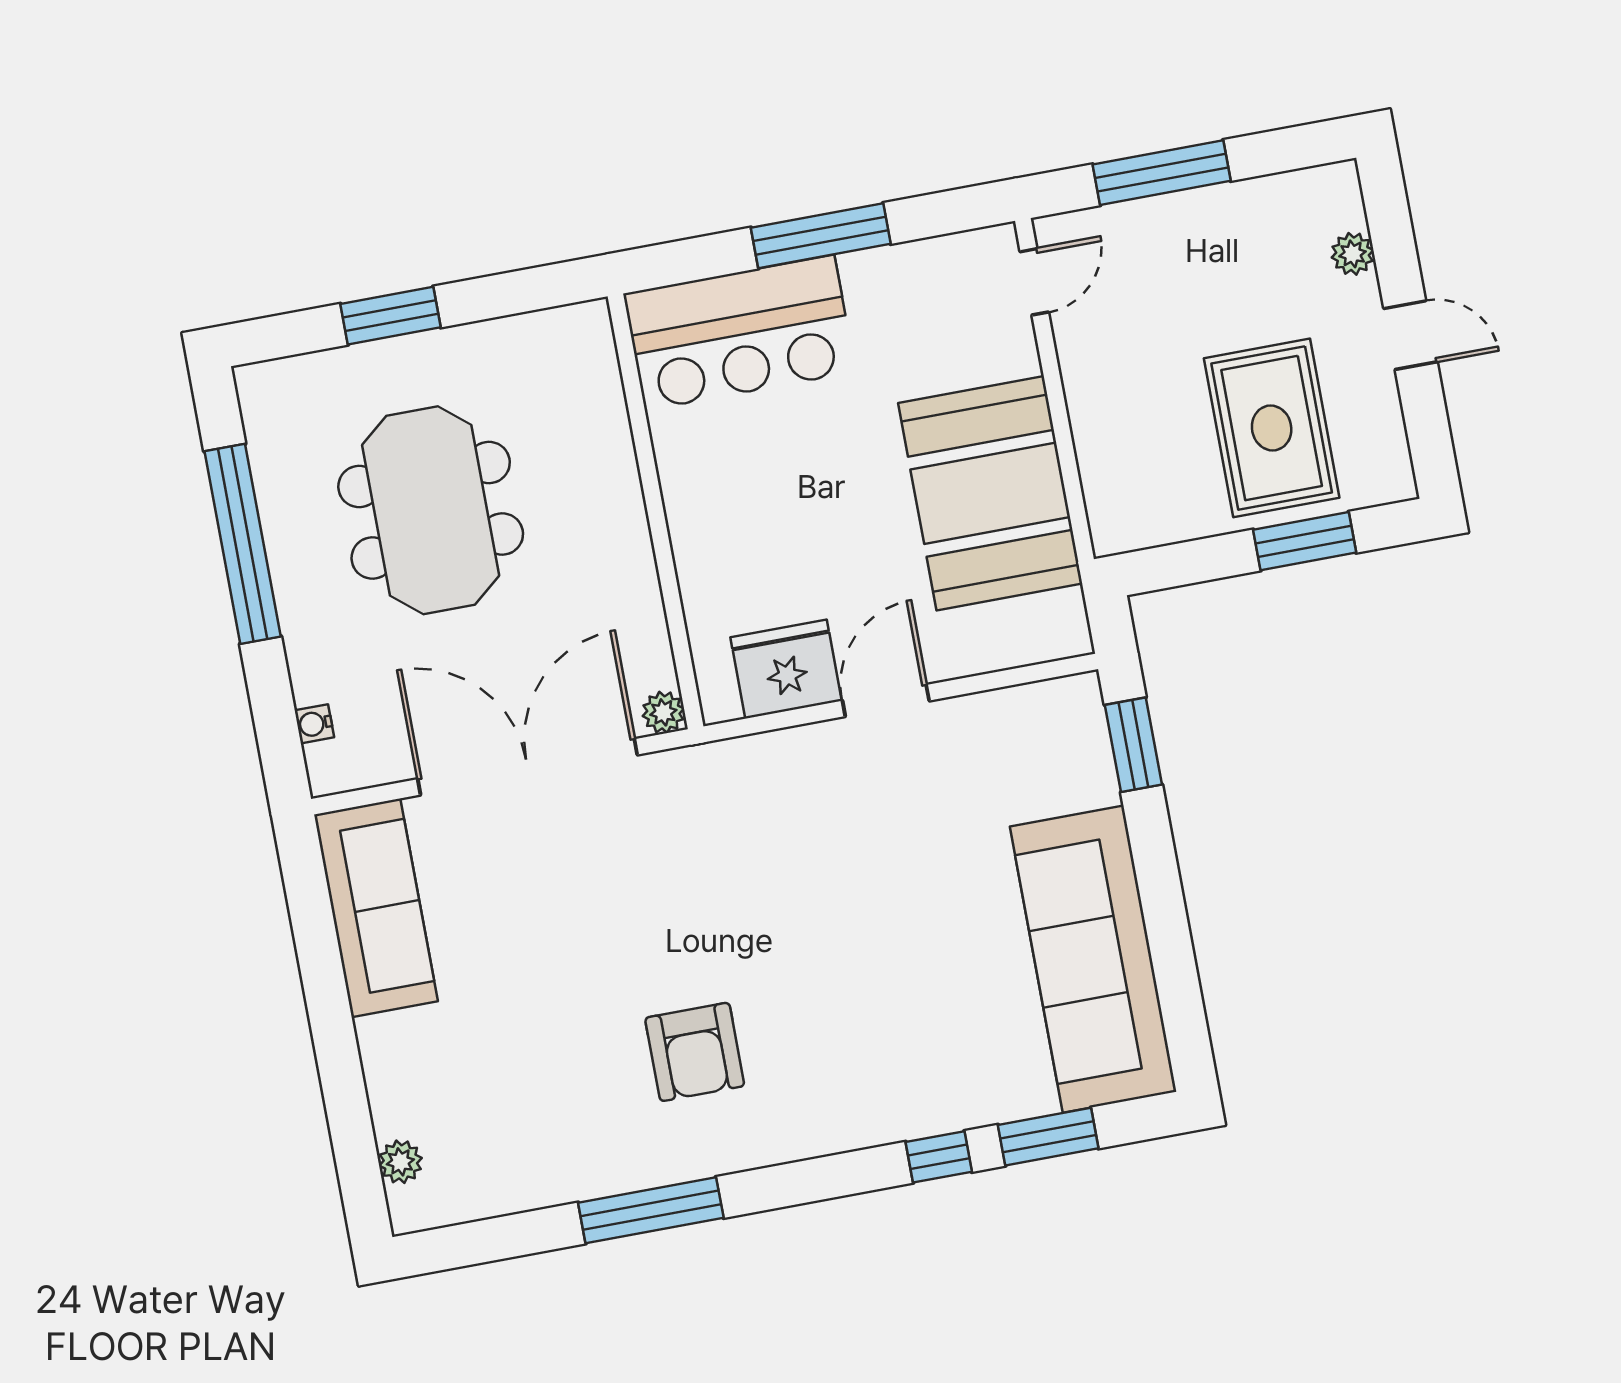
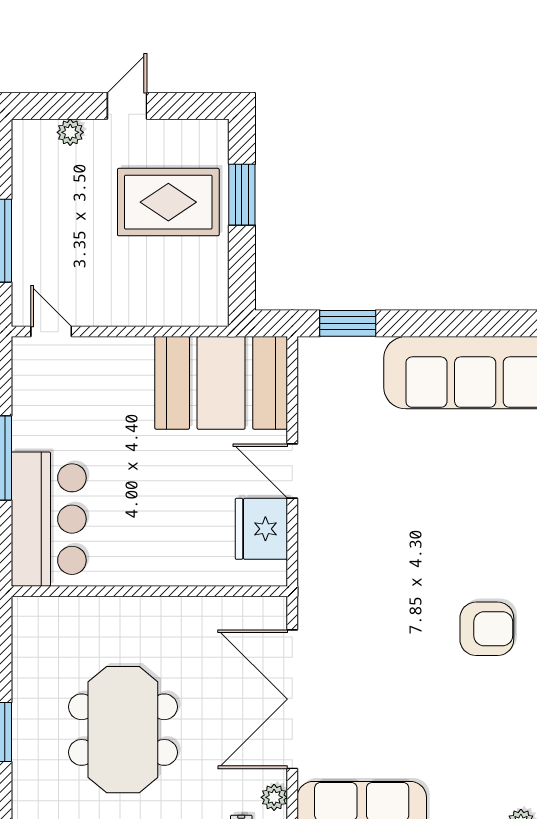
booth: (990, 493) -> (221, 383), moved
meeting table: (431, 510) -> (123, 730), turned 90
plant: (663, 712) -> (274, 797), moved

